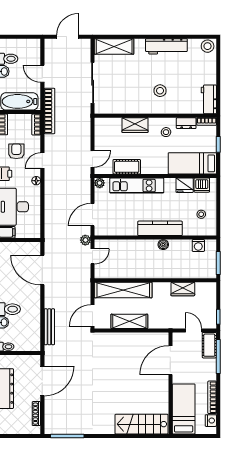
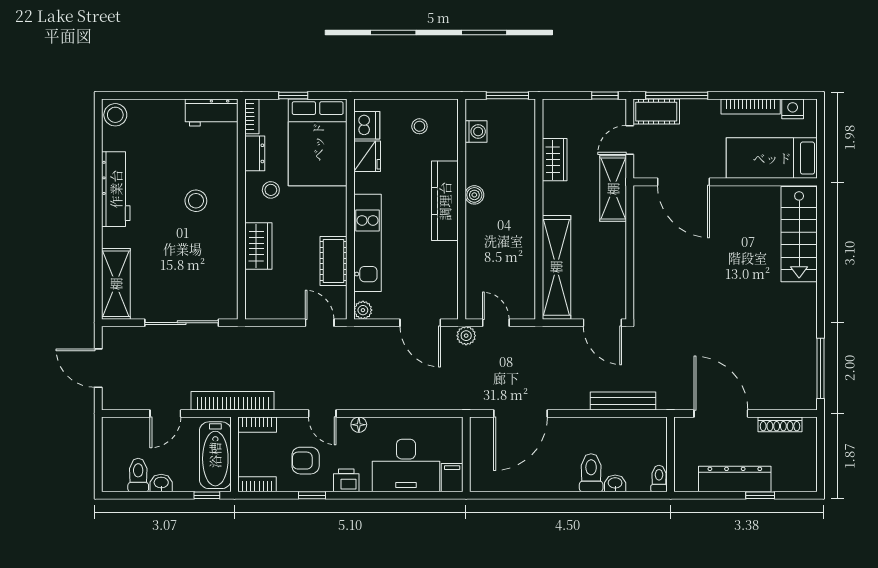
bed: (192, 163) -> (318, 142), width x1.50
shelving: (129, 321) -> (613, 189), moved

